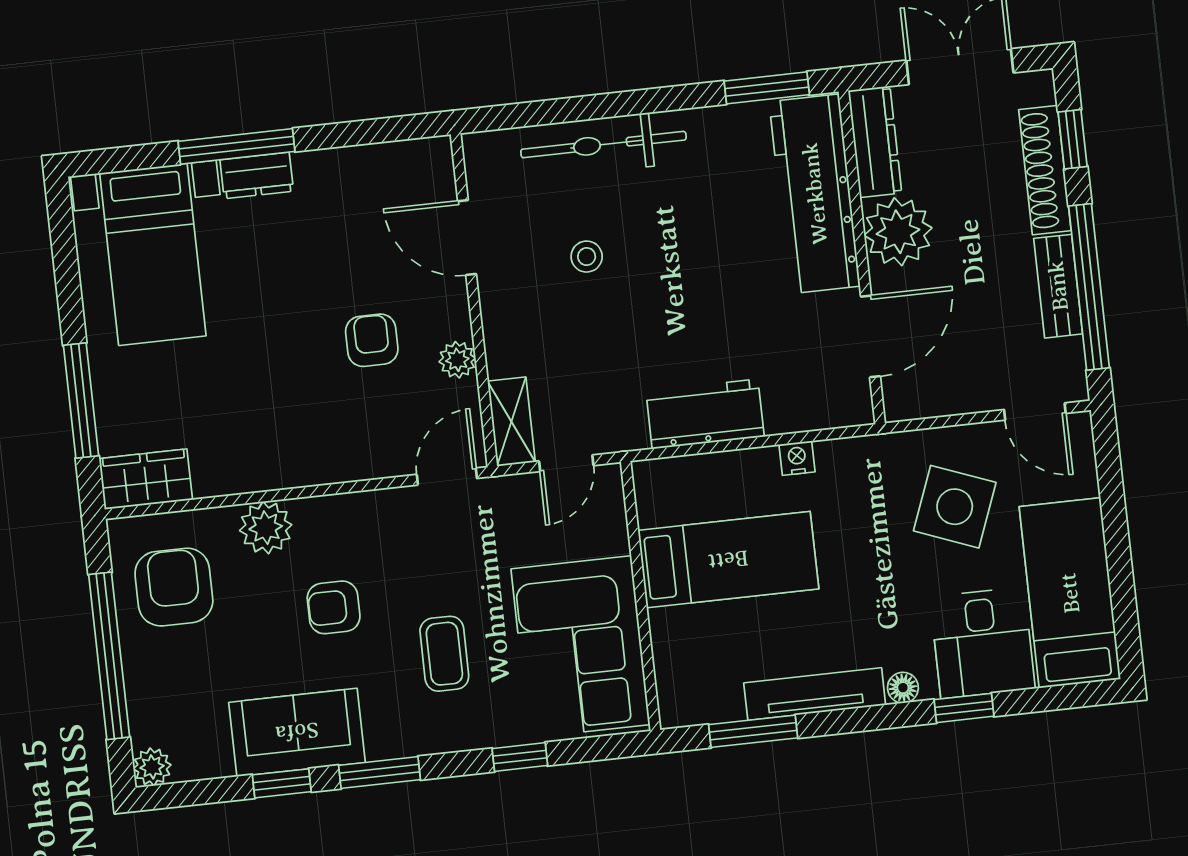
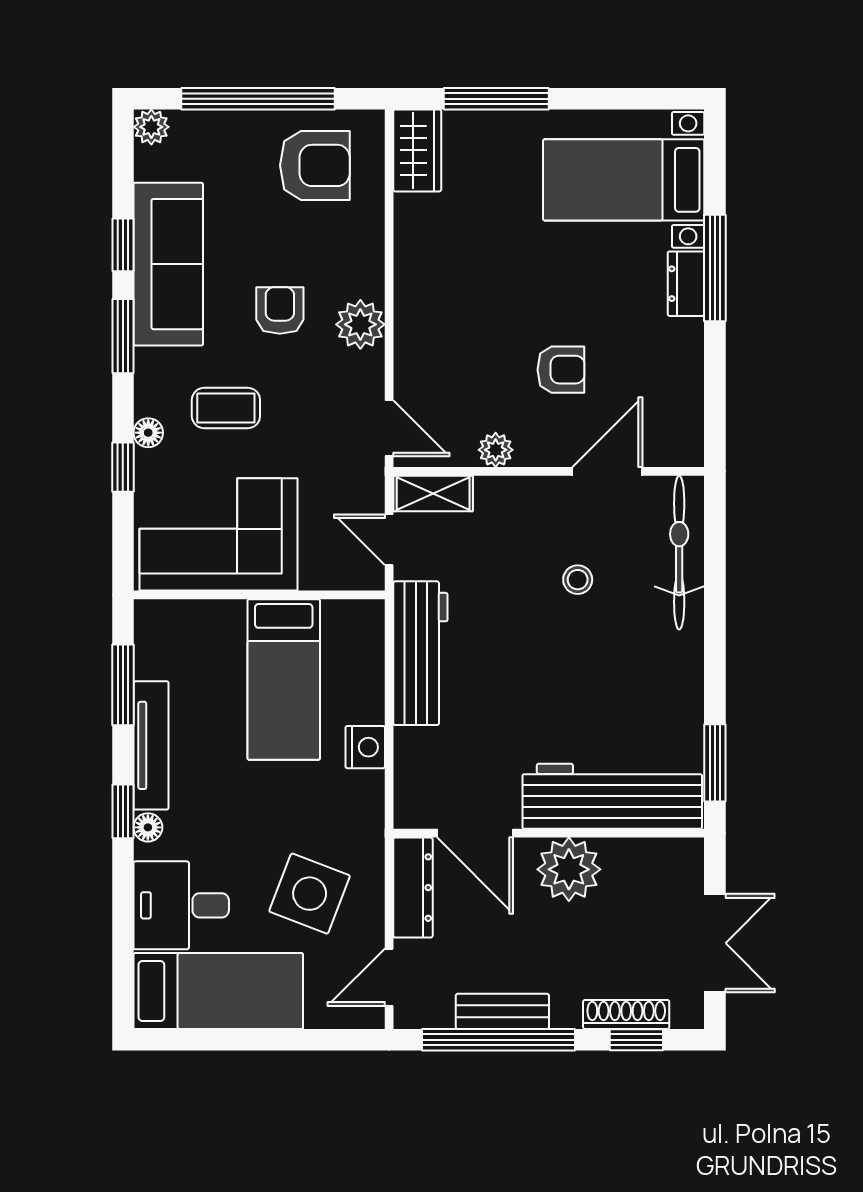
dresser: (875, 142) -> (413, 888), moved, turned -90
bicycle: (604, 145) -> (679, 553), moved
shoe rack: (1045, 170) -> (626, 1014), width x0.74, depth x0.81
armchair: (372, 340) -> (561, 370), moved
workbench: (705, 414) -> (420, 653), width x1.38
nightstand: (797, 458) -> (365, 747), width x1.39, depth x1.35
plant: (266, 528) -> (360, 324), moved
window: (964, 708) -> (123, 811), moved
sofa: (297, 732) -> (168, 264), width x1.36
floor lamp: (480, 734) -> (148, 433), added

